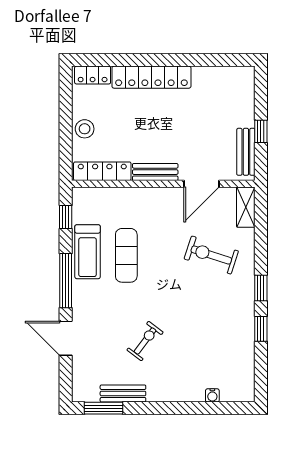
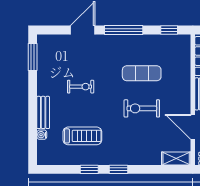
treadmill: (88, 252) -> (82, 136), moved, turned 180
exercise bike: (211, 255) -> (142, 108), moved, turned -108
exercise bike: (145, 341) -> (81, 87), turned -37
bench: (123, 393) -> (43, 112), moved

